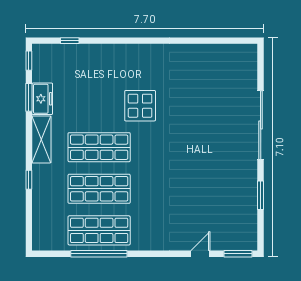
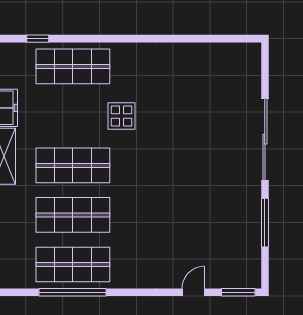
shop shelf: (99, 64) -> (73, 66), added
display table: (140, 106) -> (122, 116), width x0.73, depth x0.73
window: (261, 195) -> (265, 223), width x1.44

